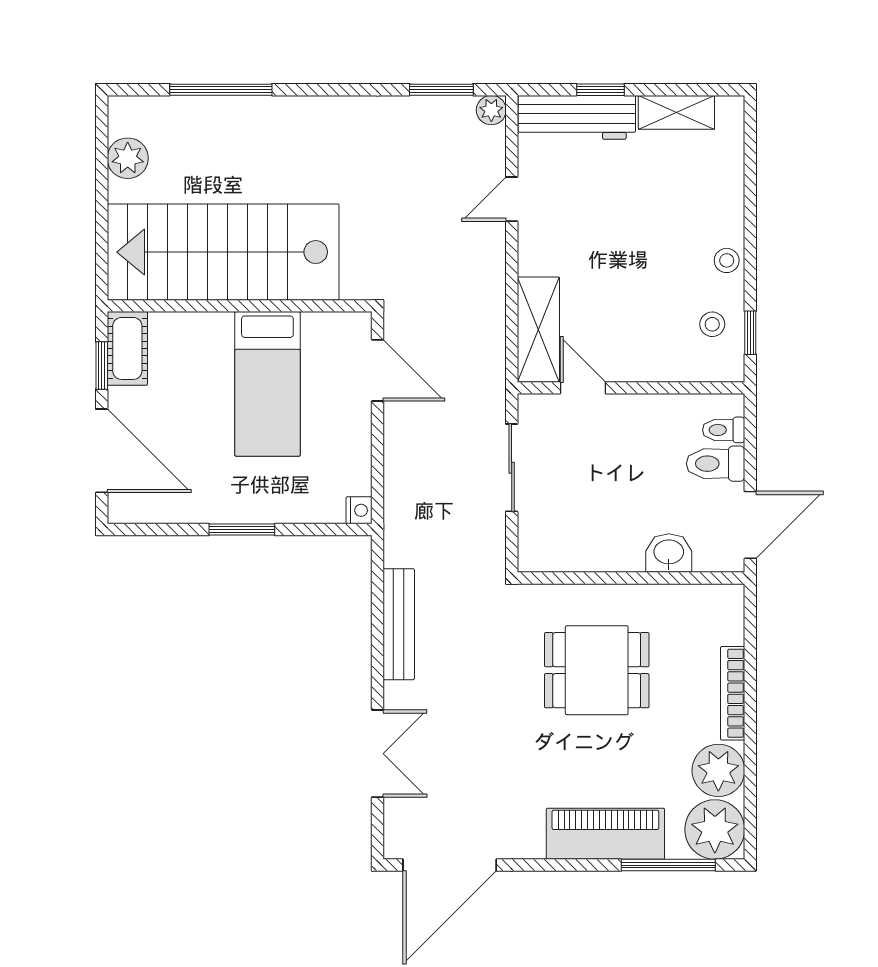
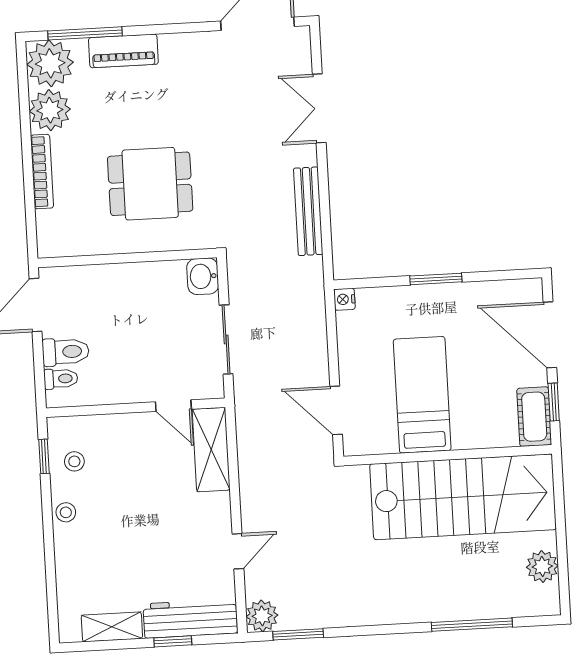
plant: (491, 110) -> (262, 616), width x1.38, depth x1.38
washbasin: (669, 553) -> (203, 276), moved, turned 90
piano: (605, 834) -> (123, 51), width x0.73, depth x0.75

